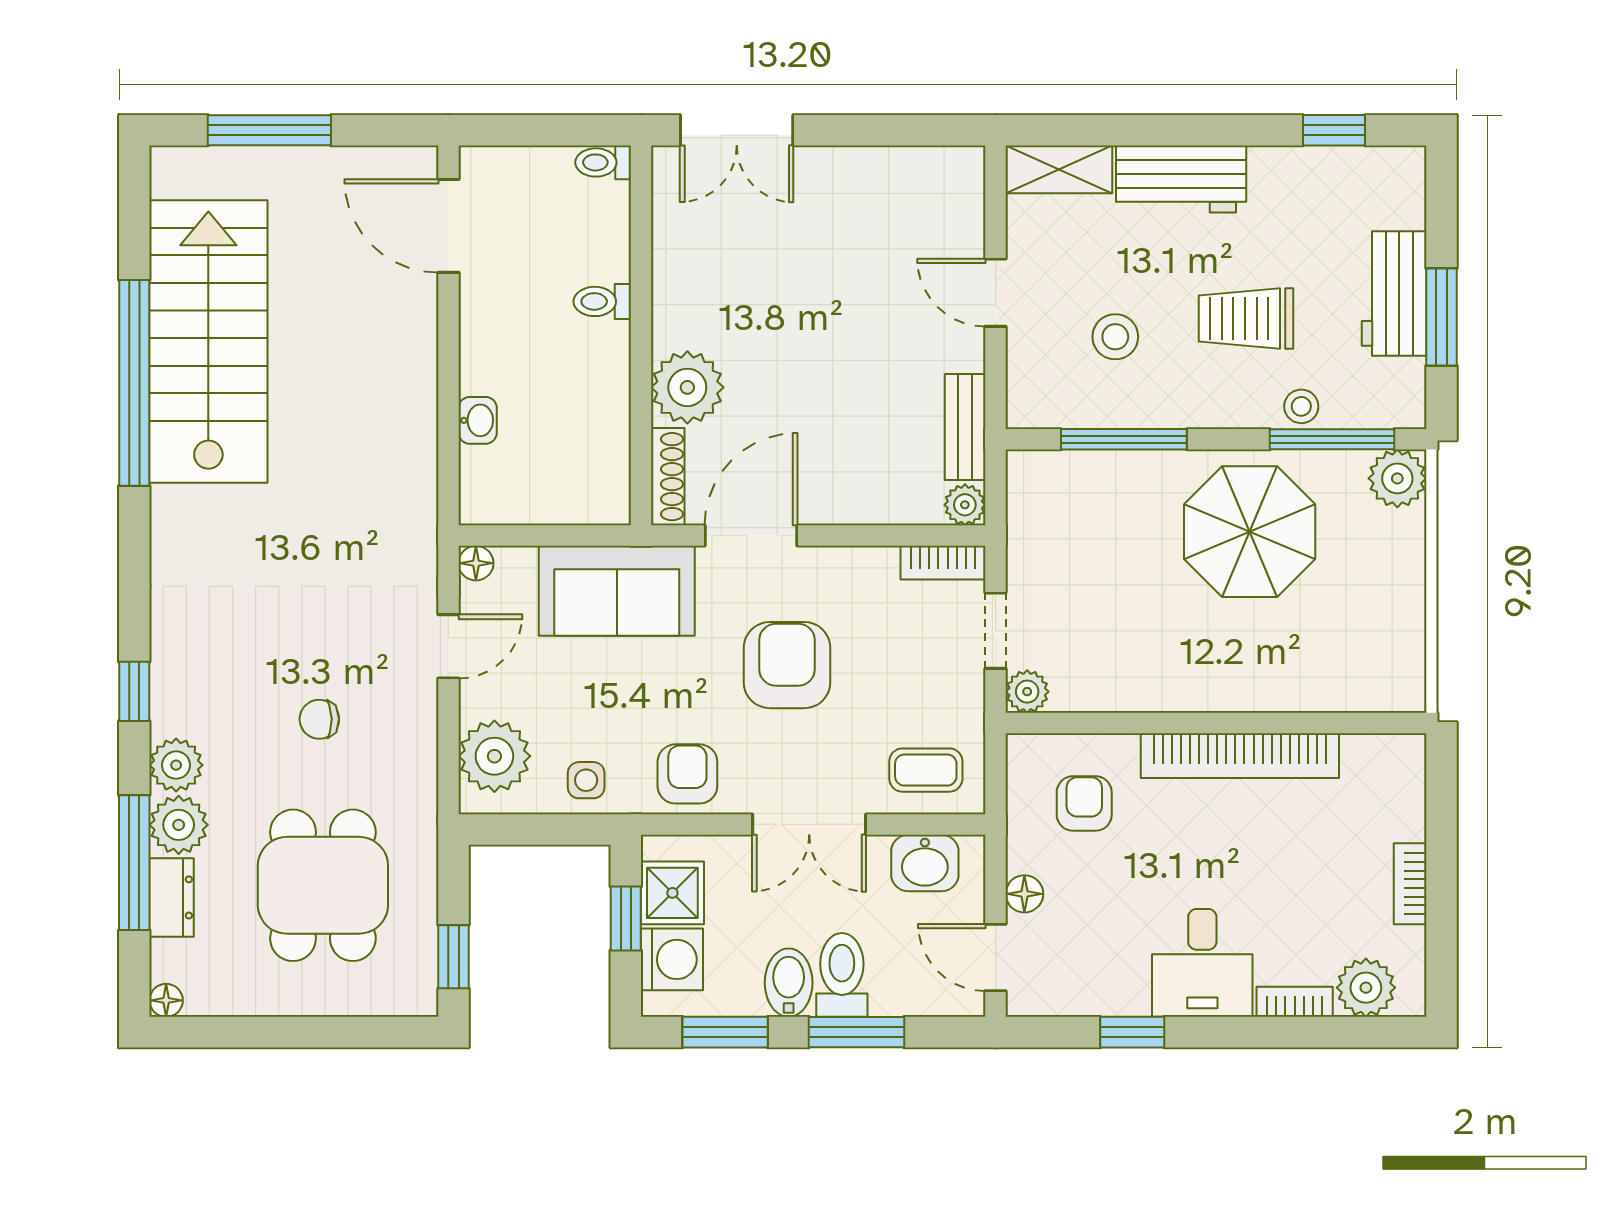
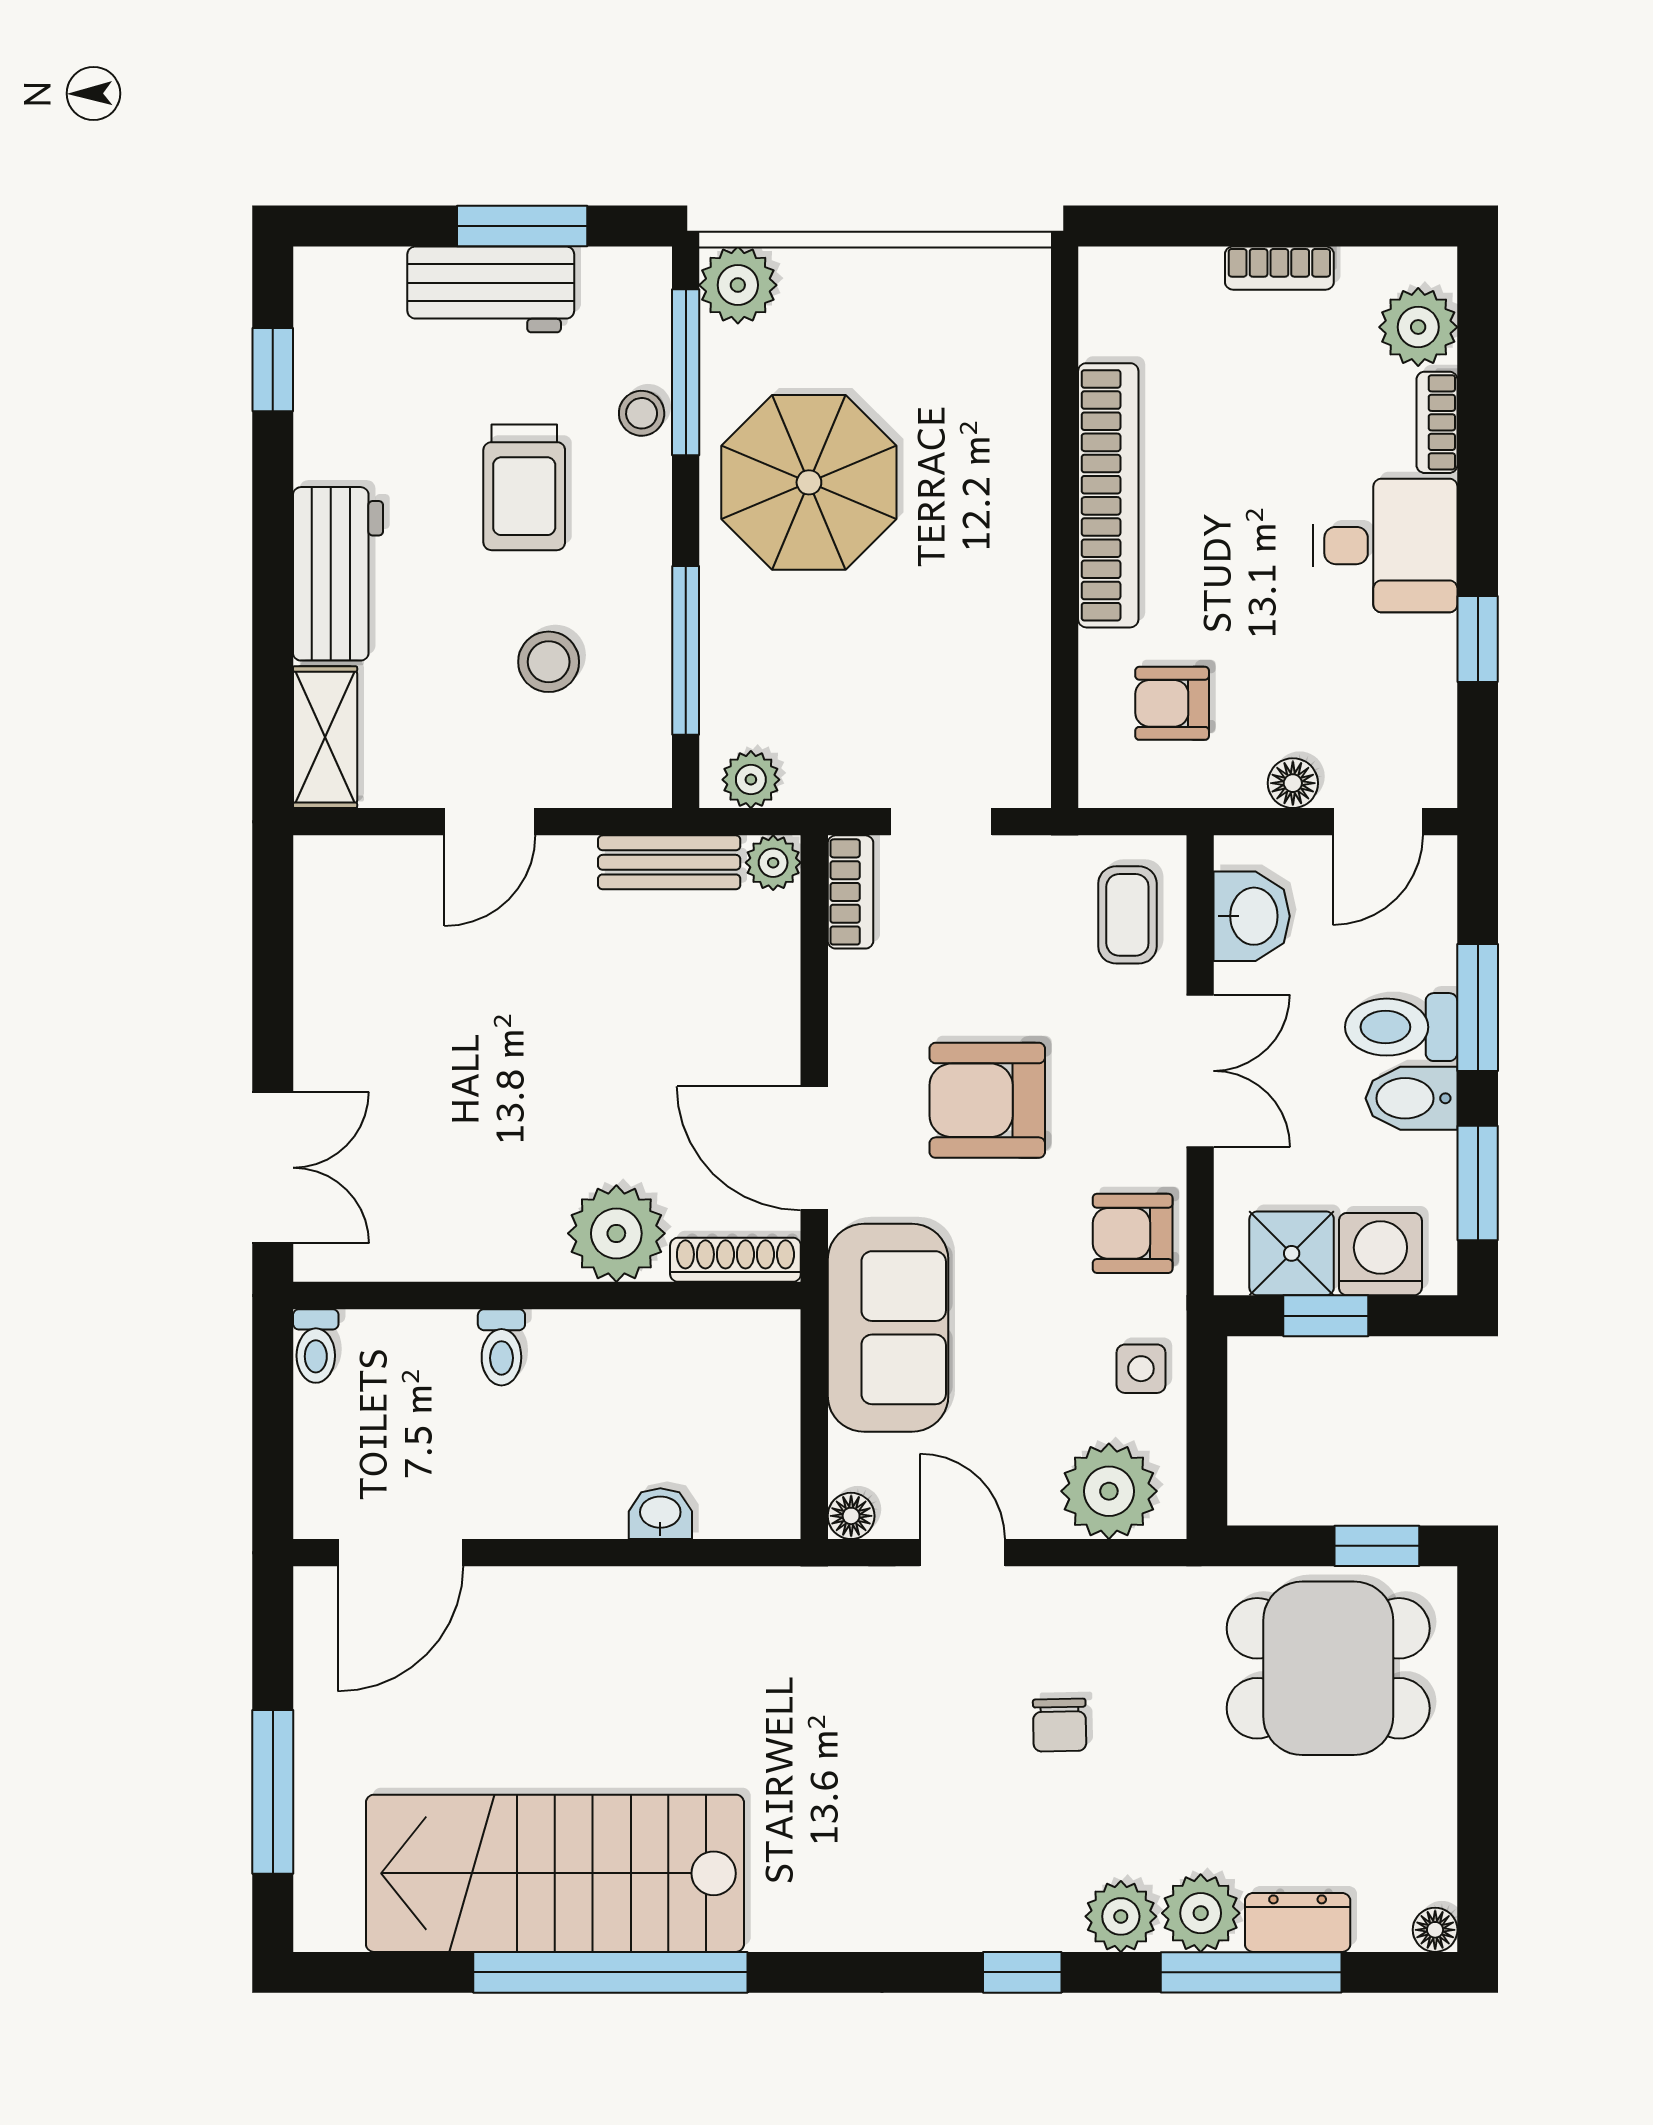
plant: (1027, 692) -> (751, 780), moved
dining table: (323, 885) -> (1328, 1668), moved

